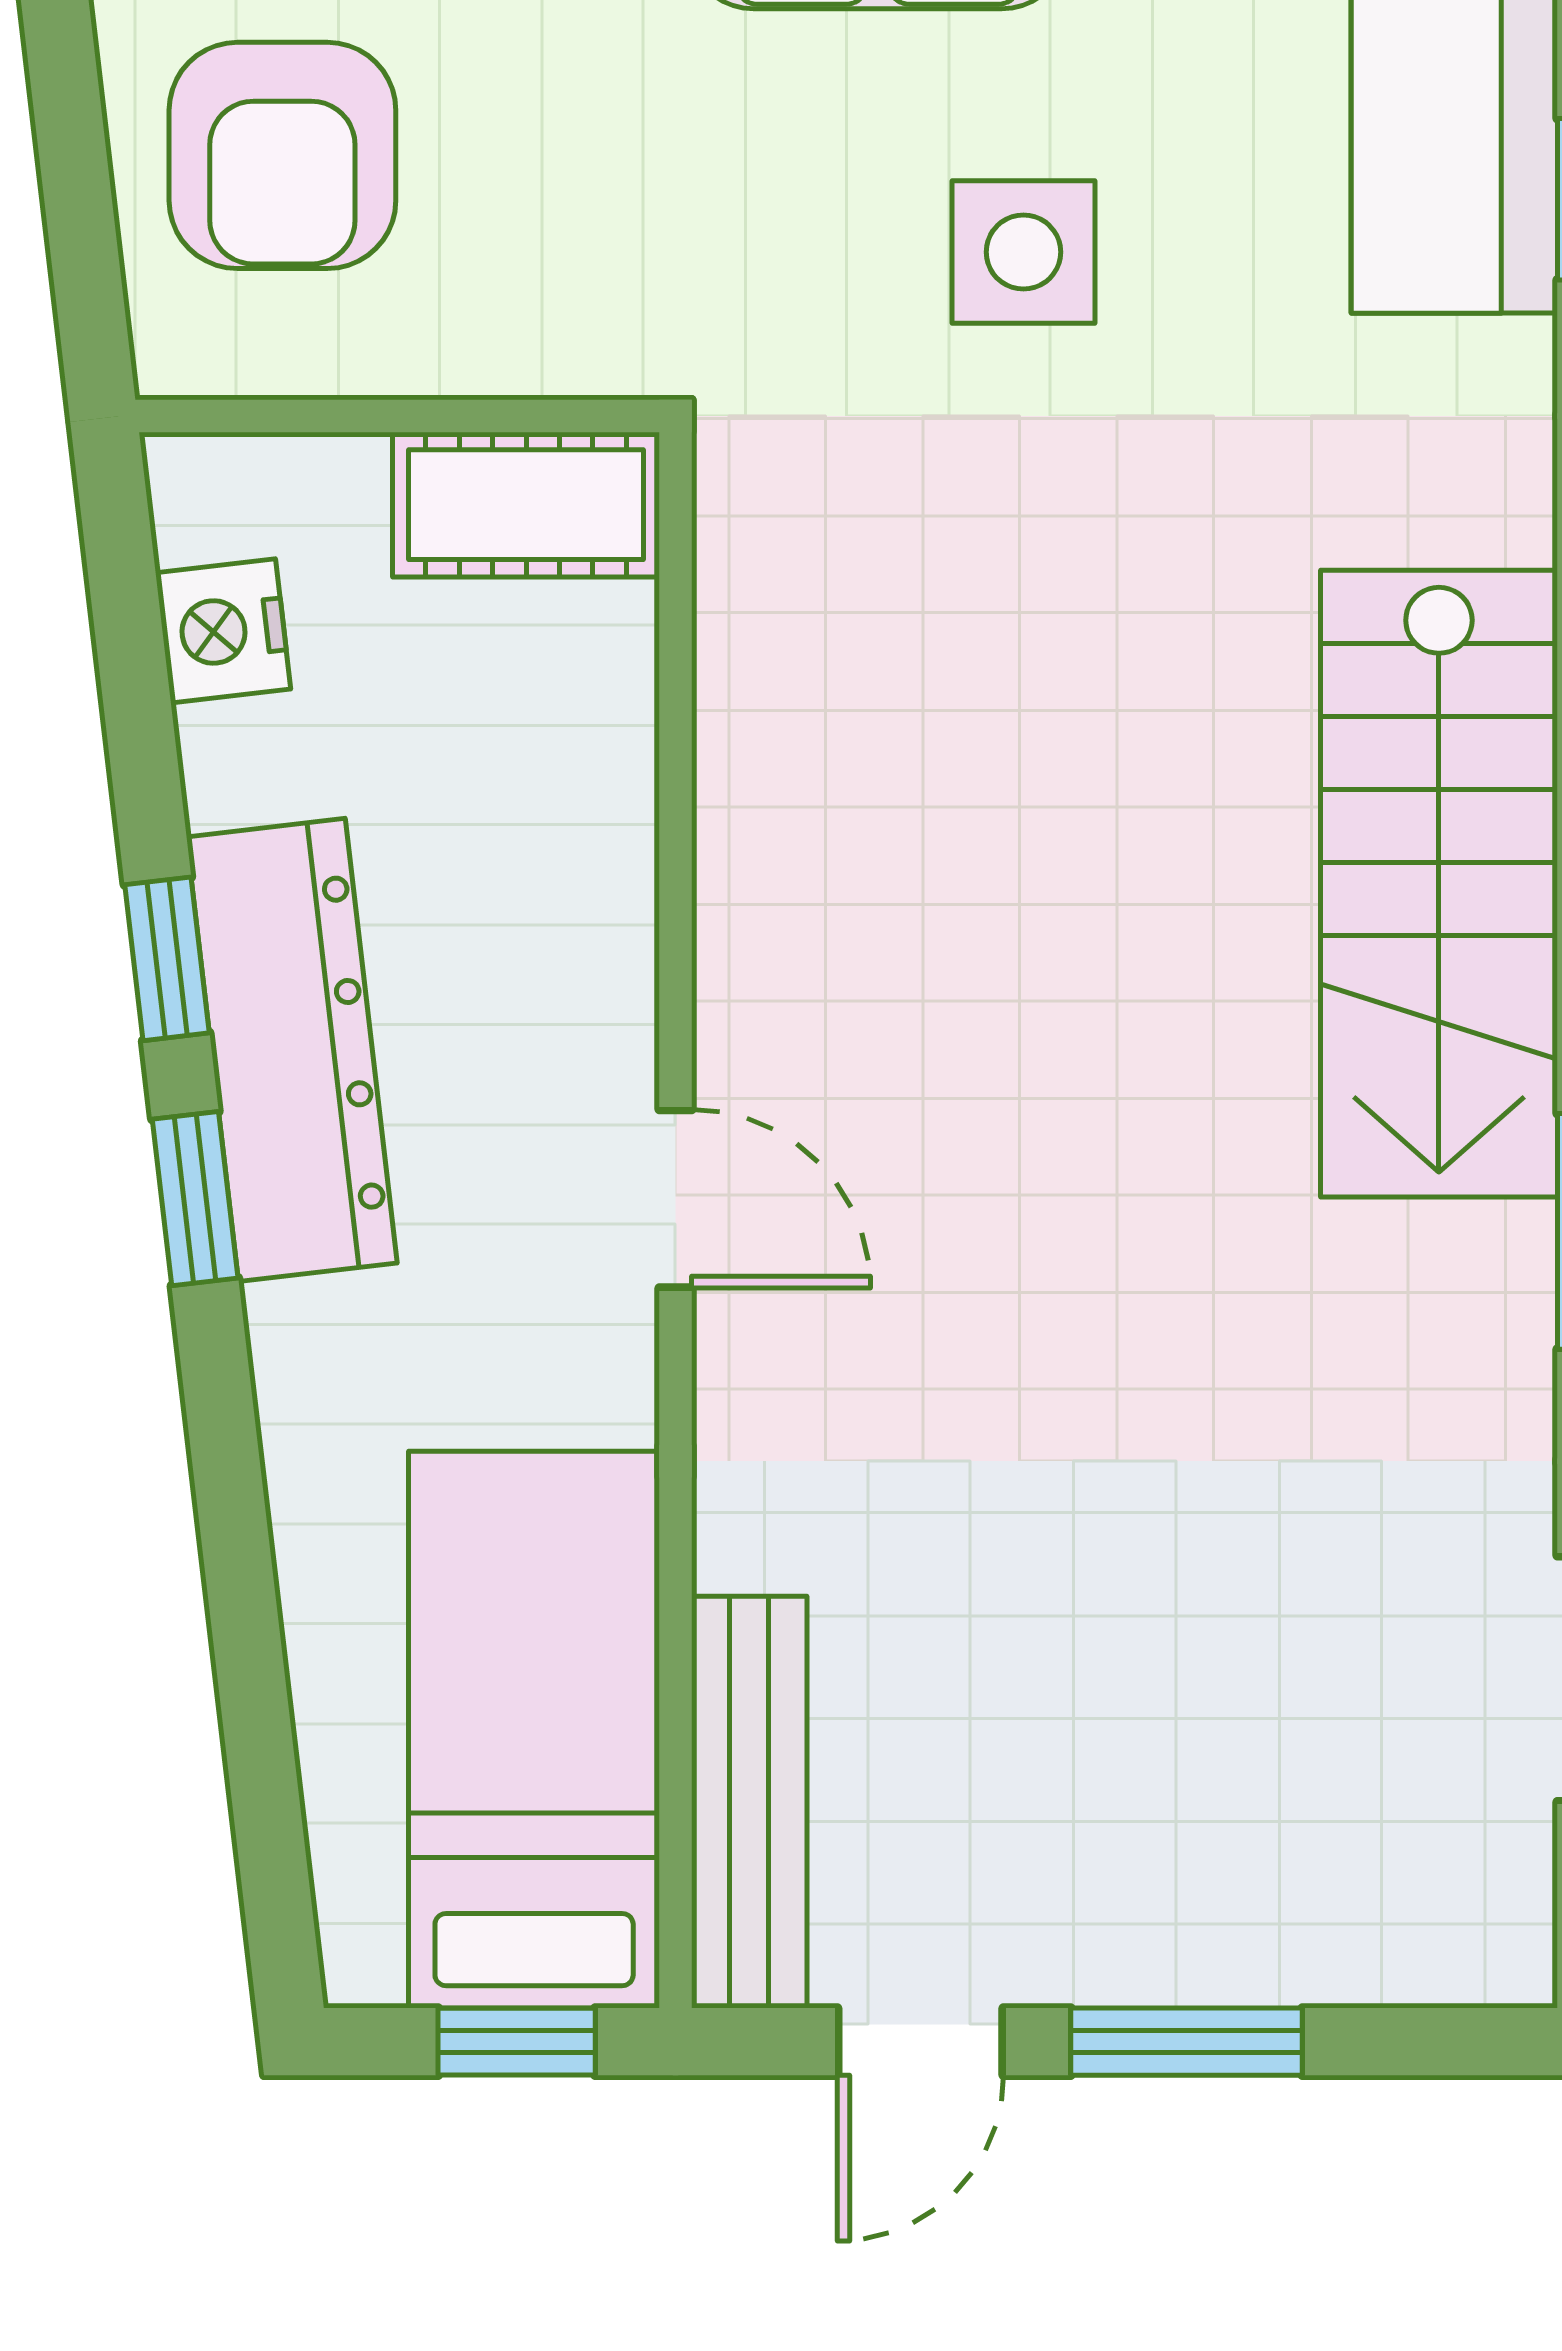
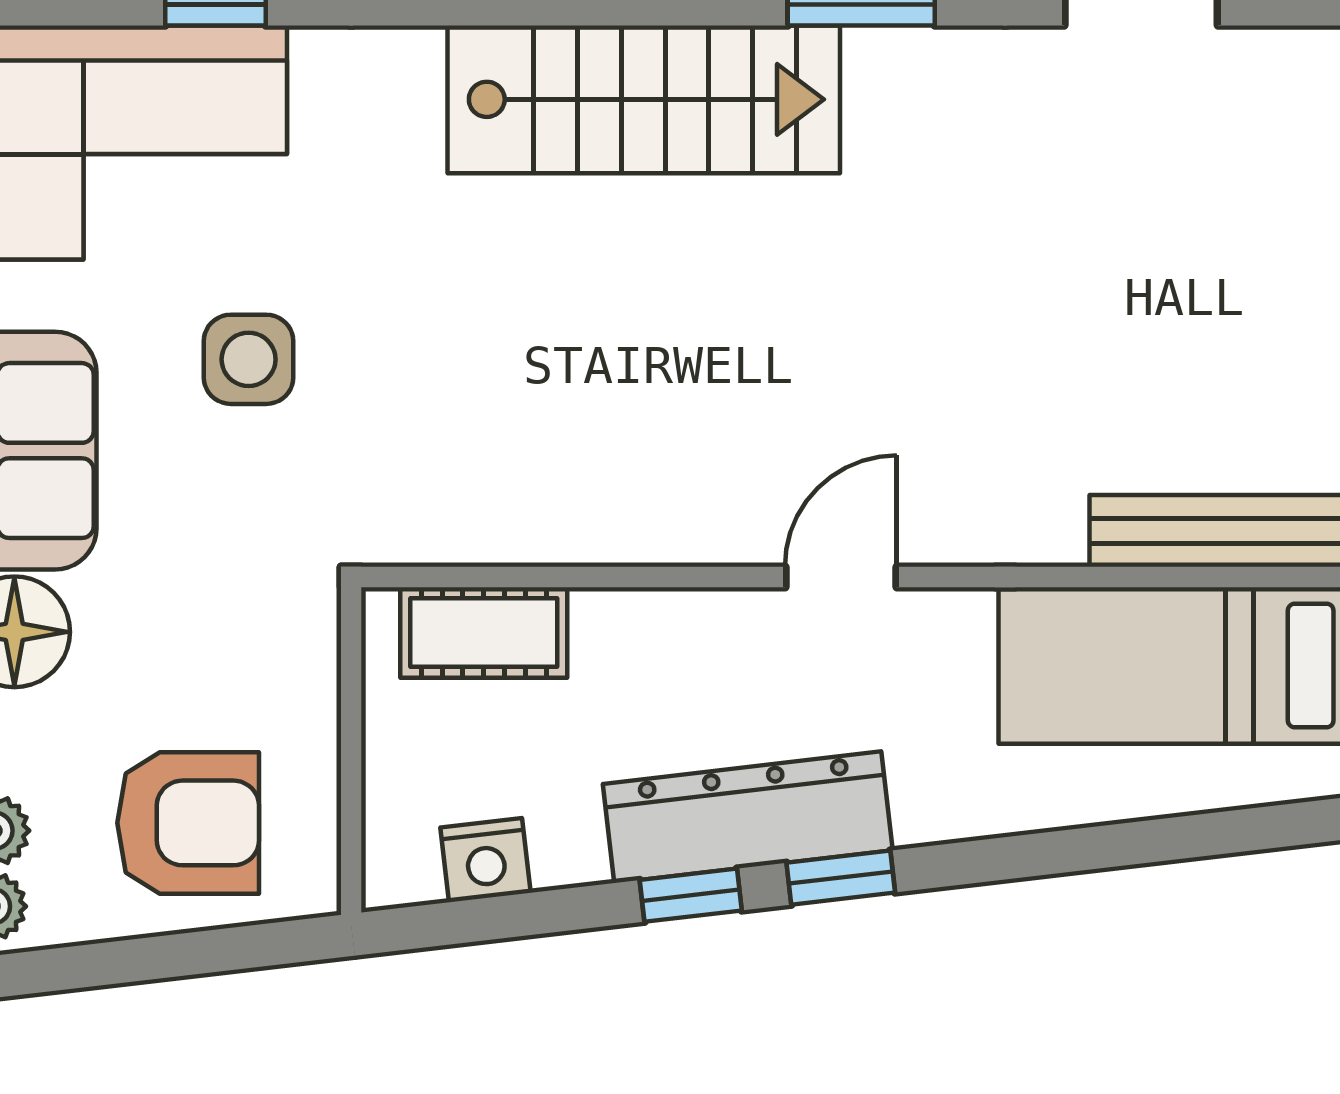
cot: (526, 505) -> (484, 632), moved, turned 90

